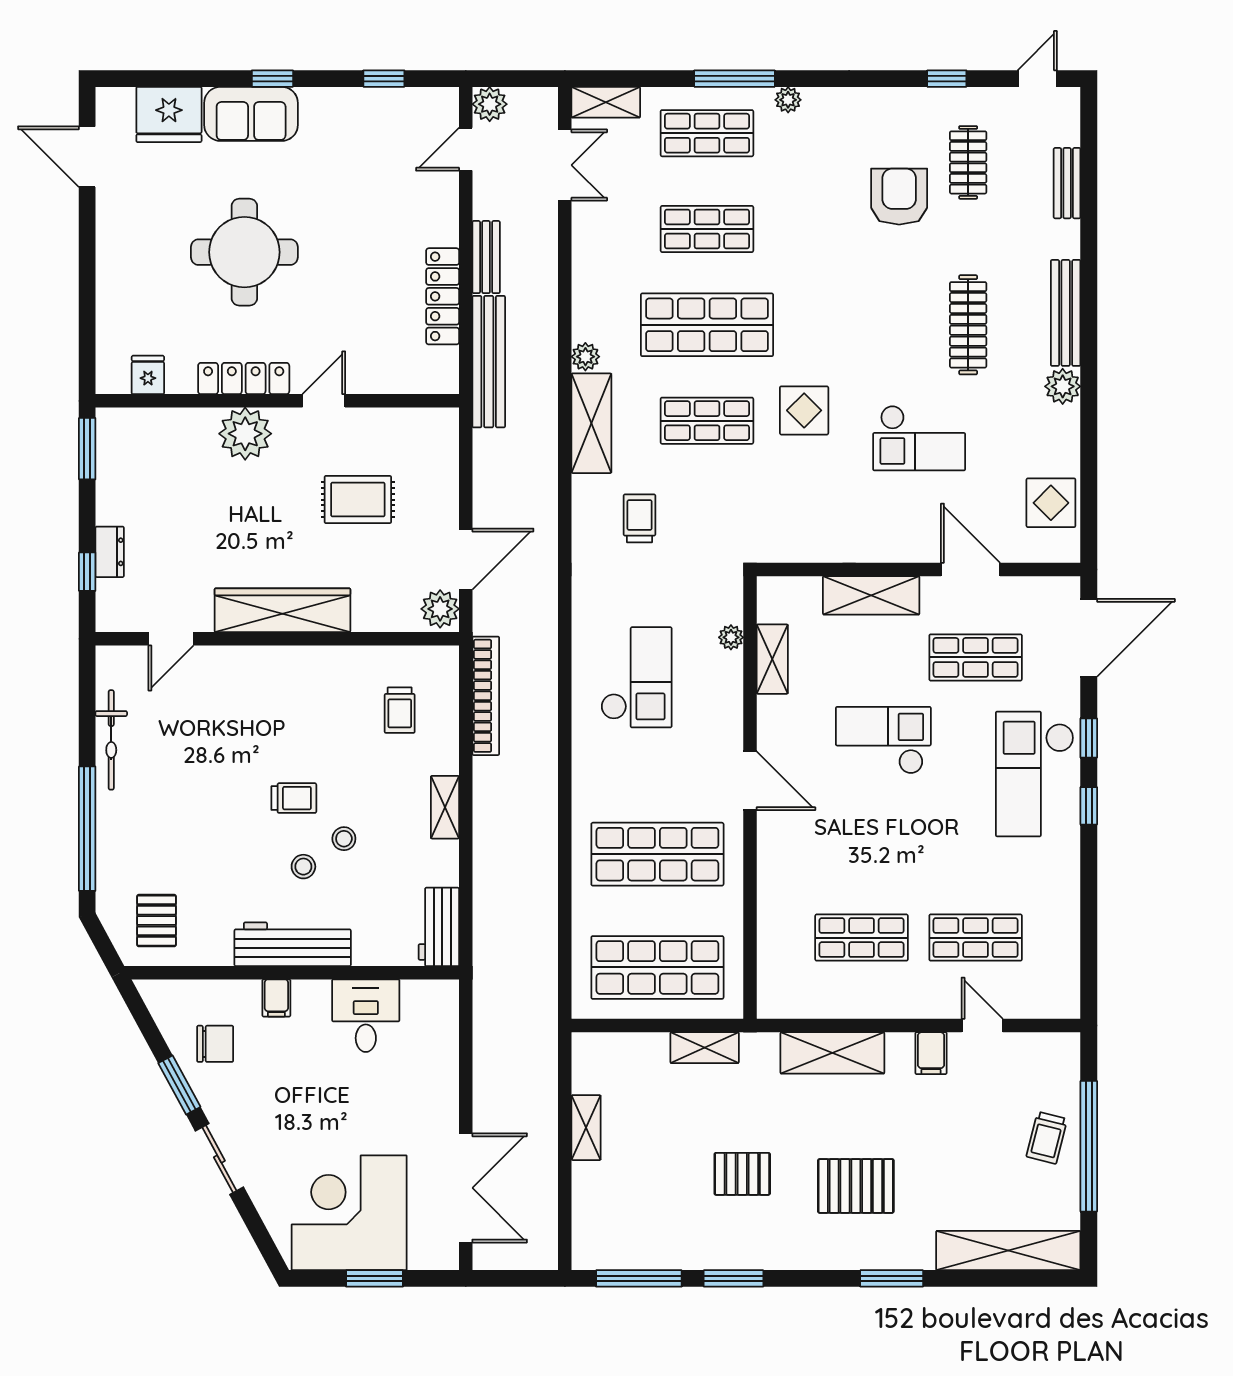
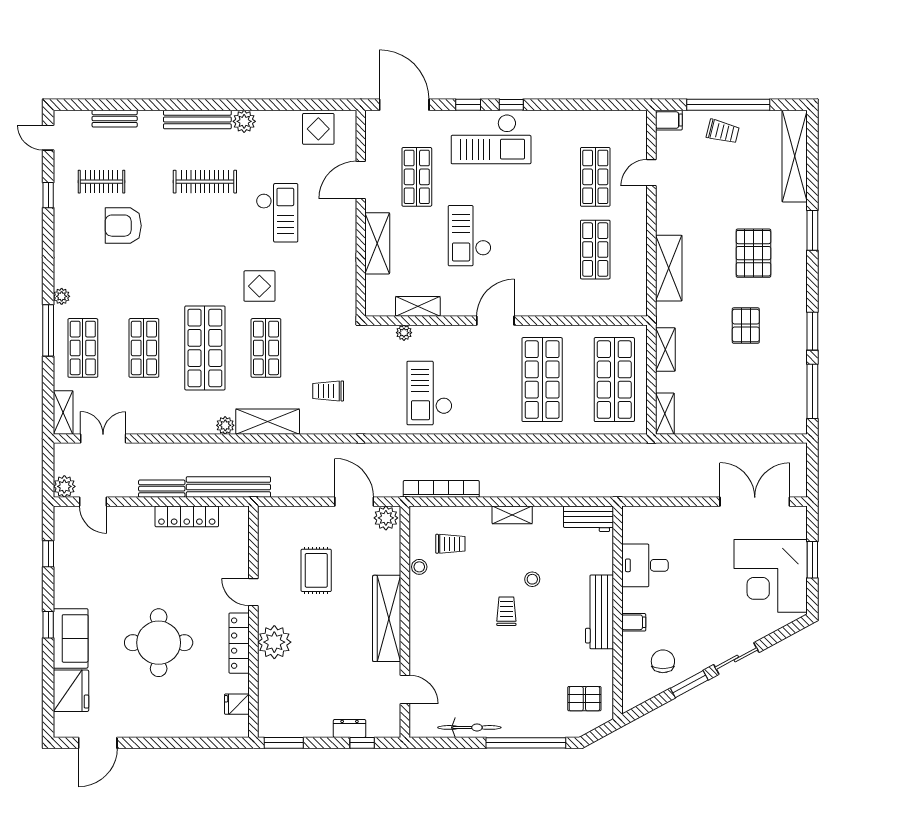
checkout: (636, 677) -> (429, 393), turned -90
stool: (303, 867) -> (419, 567), moved
filing cabinet: (931, 1053) -> (669, 120), moved
shelving: (586, 1128) -> (665, 414), moved, turned 90

